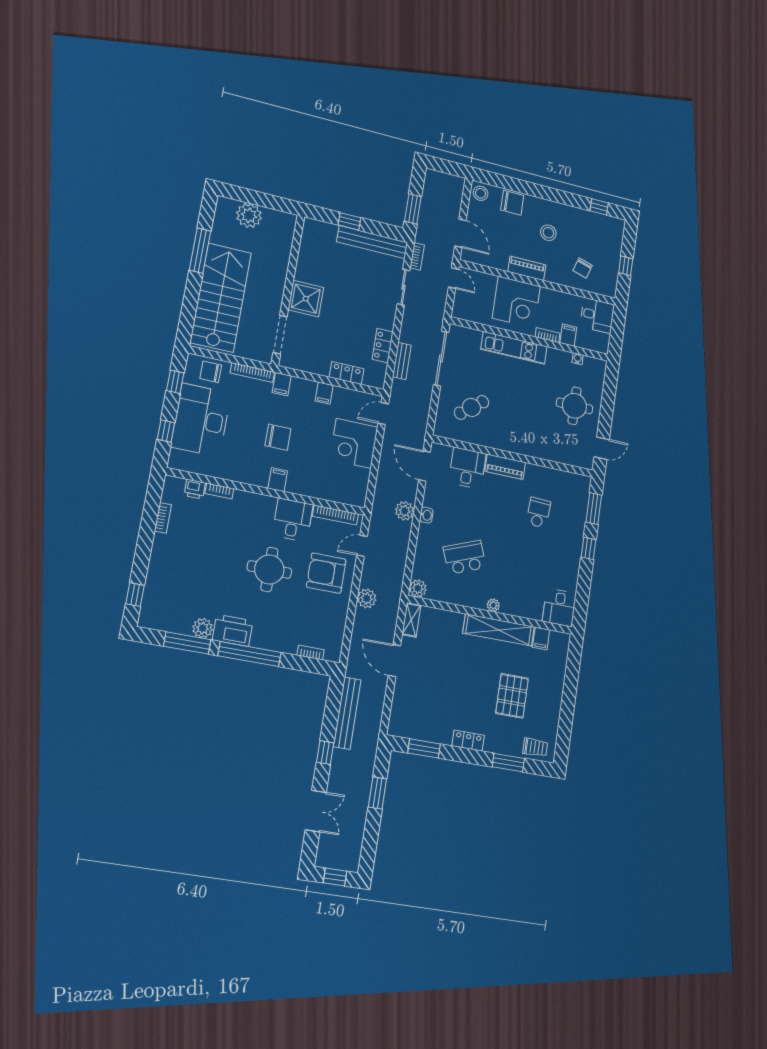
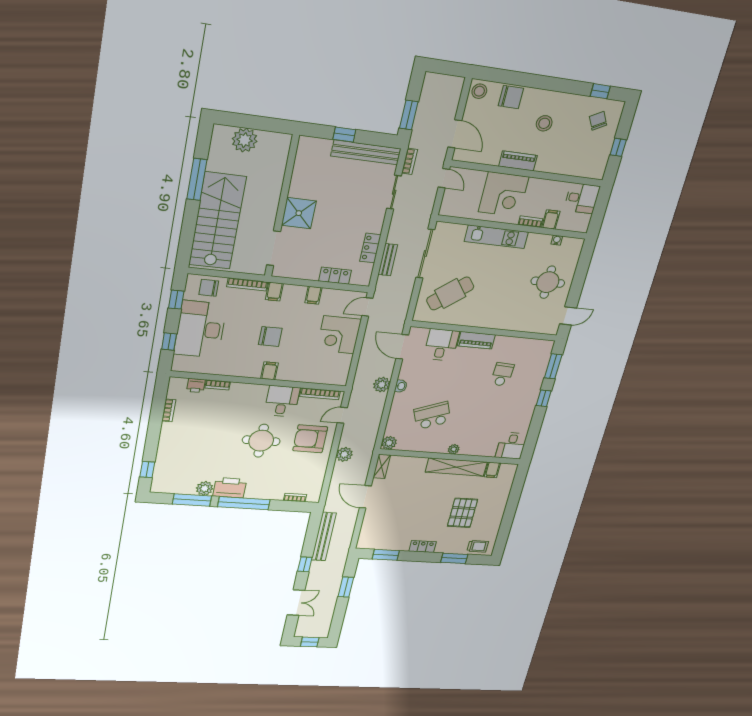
chair: (583, 268) -> (598, 121), moved, turned 135
cafe table: (472, 407) -> (450, 293), width x1.37, depth x1.35

